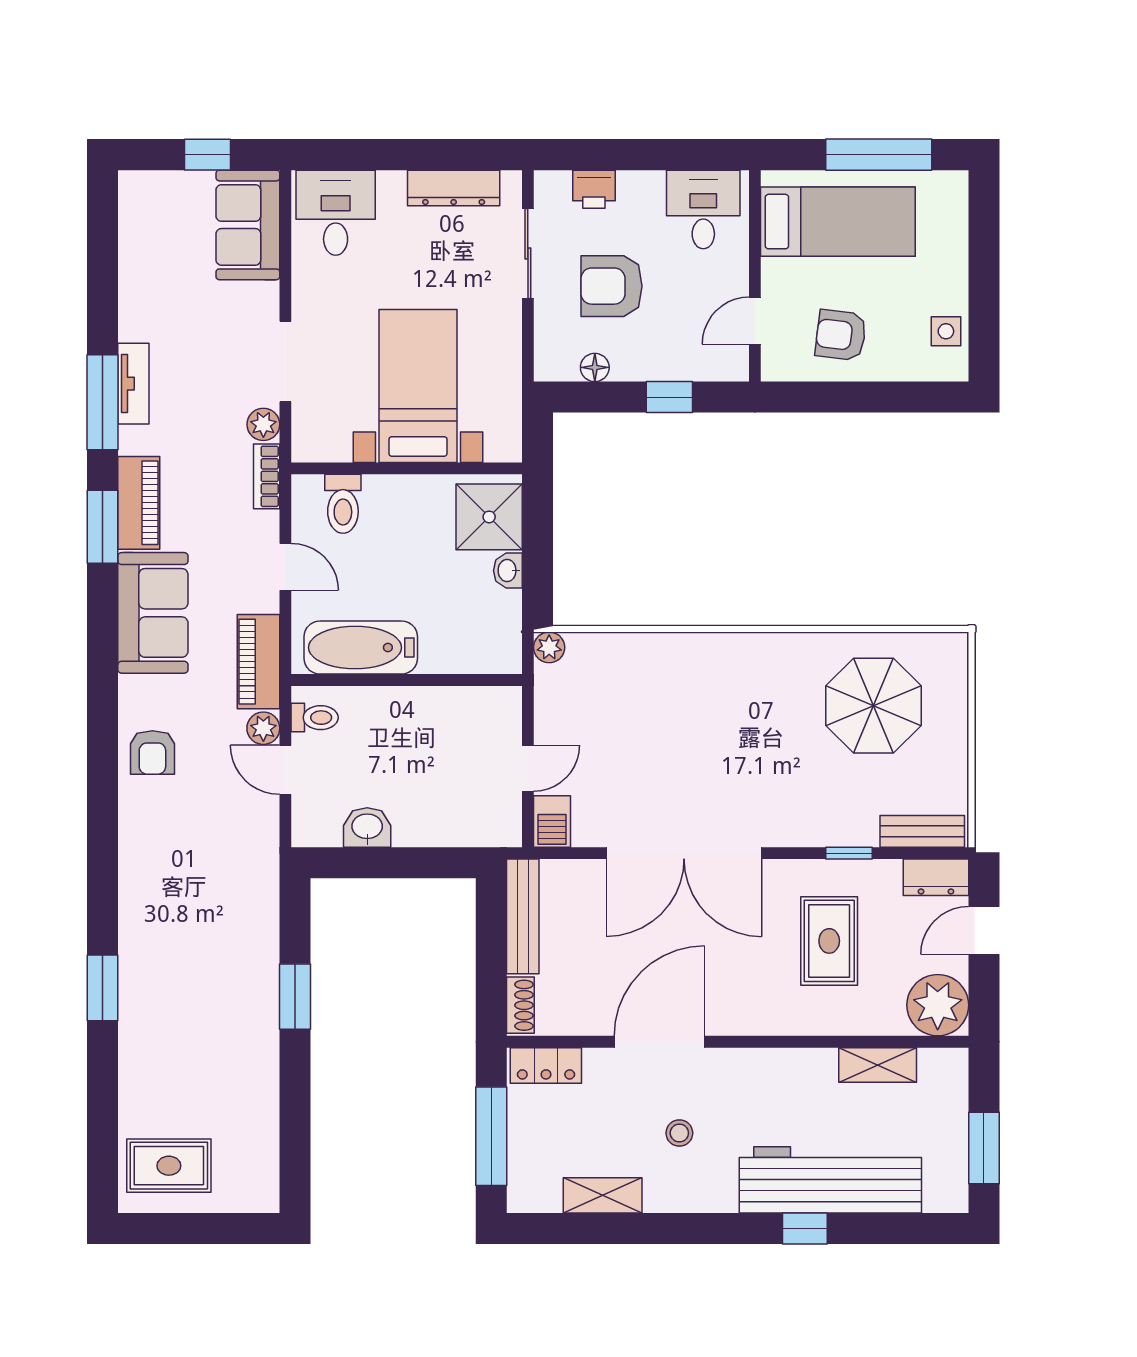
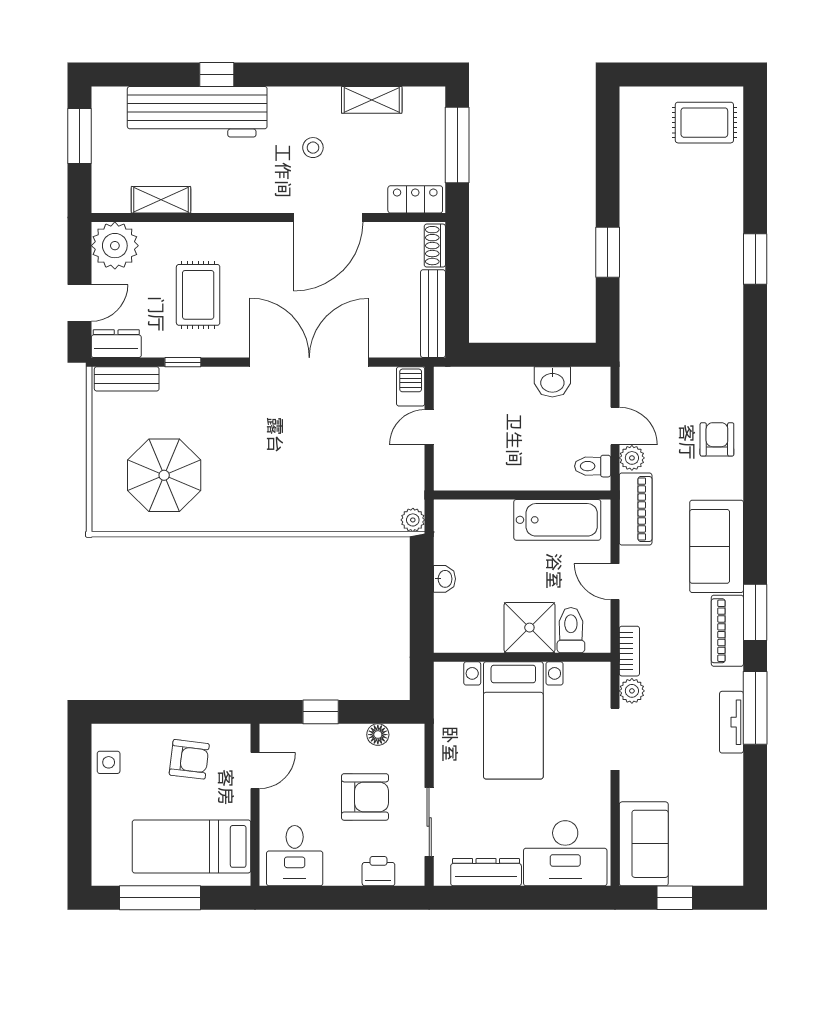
desk: (336, 213) -> (565, 853), width x1.37
shower: (489, 517) -> (529, 628), moved

